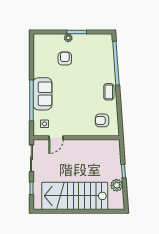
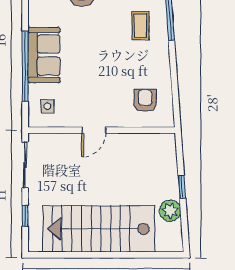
coffee table: (109, 92) -> (140, 26), moved
armchair: (102, 120) -> (145, 101), turned 90
door: (56, 138) -> (94, 130), moved

